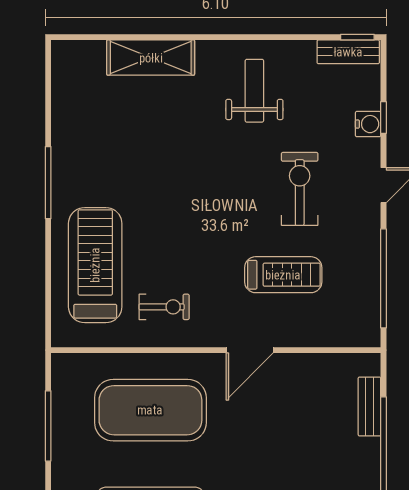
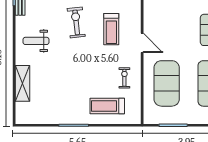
exercise bike: (300, 189) -> (76, 22), turned 84
treadmill: (95, 265) -> (107, 106), width x0.73, depth x0.73
treadmill: (283, 275) -> (111, 29), turned 180

